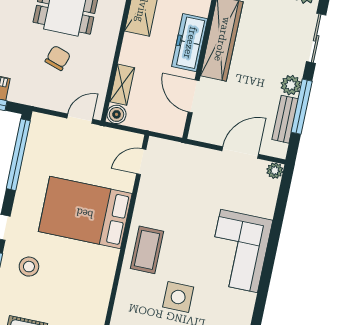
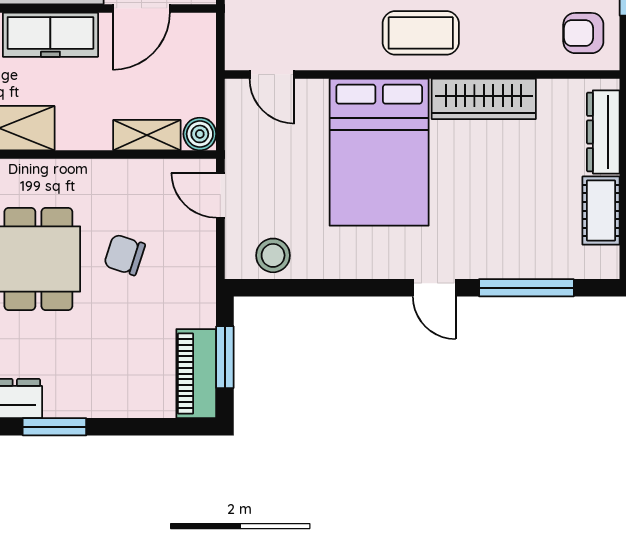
window: (18, 155) -> (304, 288), removed
stool: (29, 267) -> (273, 255), moved
wardrobe: (103, 277) -> (484, 99), added

